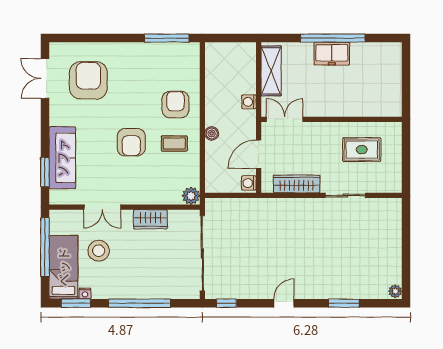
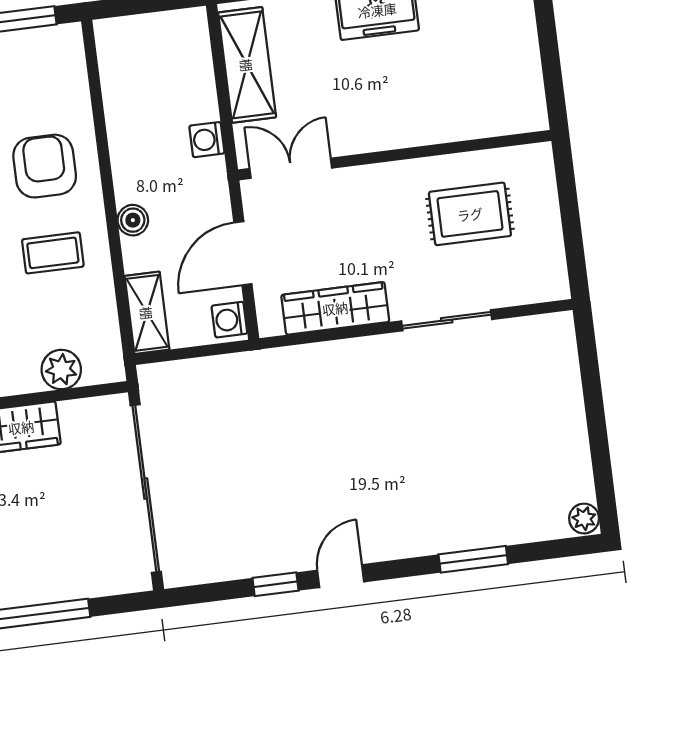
shelving: (213, 175) -> (147, 313), added
plant: (191, 196) -> (61, 370), moved
window: (226, 303) -> (276, 584), moved

